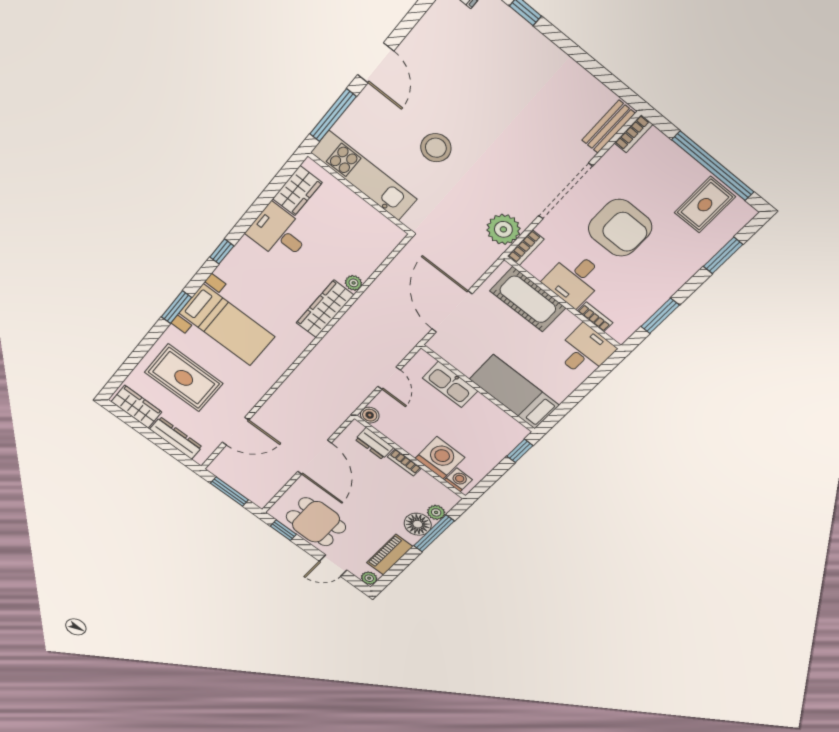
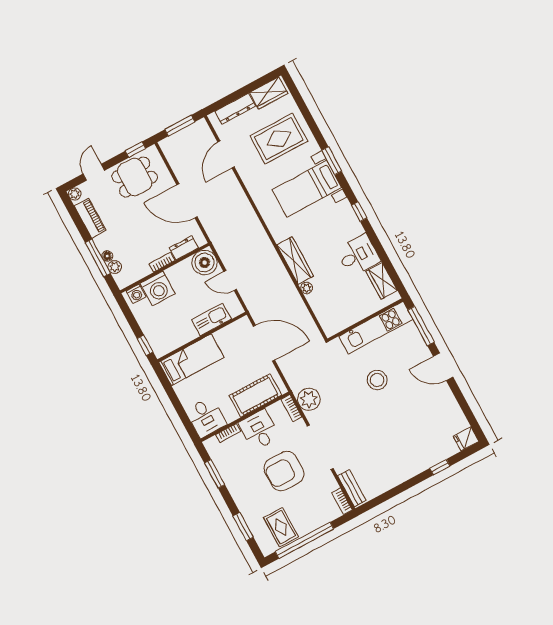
boiler: (370, 415) -> (204, 262), width x1.86, depth x1.86
floor lamp: (418, 524) -> (107, 256), width x0.53, depth x0.53

